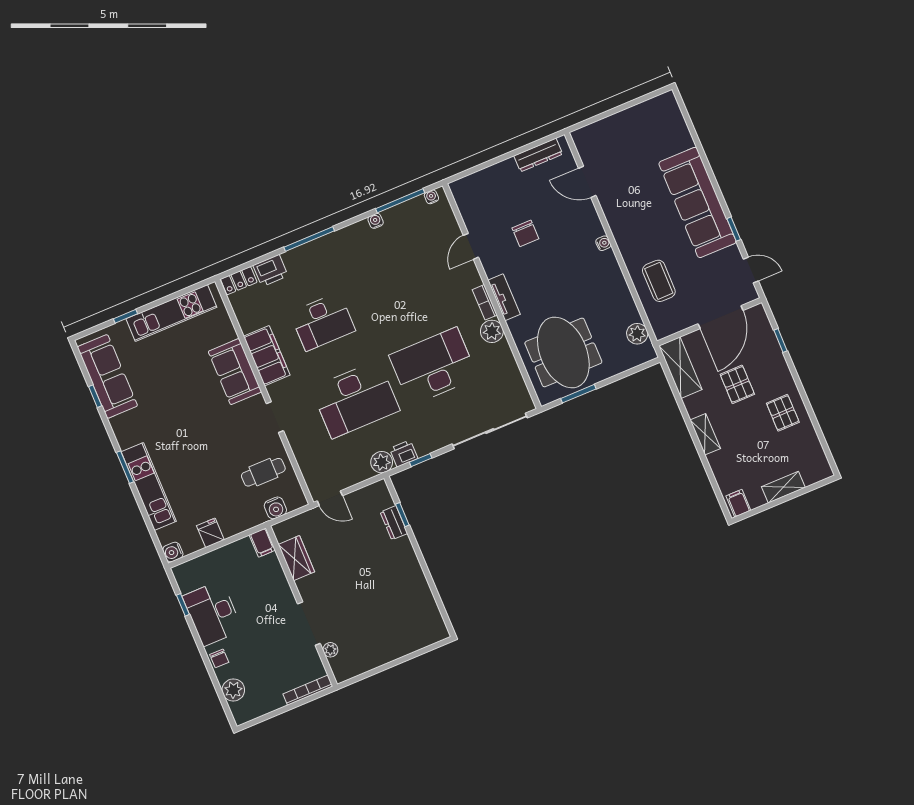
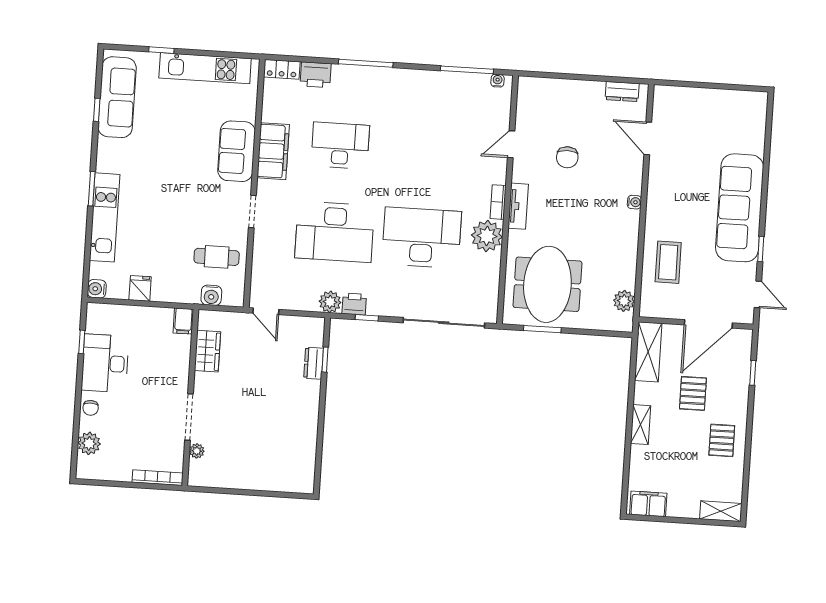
dresser: (538, 155) -> (622, 92), width x0.70
water cooler: (376, 221) -> (435, 77), removed
desk: (323, 322) -> (340, 145), turned 180
plant: (492, 331) -> (487, 236), width x1.36, depth x1.36
shelving: (783, 487) -> (721, 511), moved
filing cabinet: (738, 503) -> (648, 504), width x2.00

